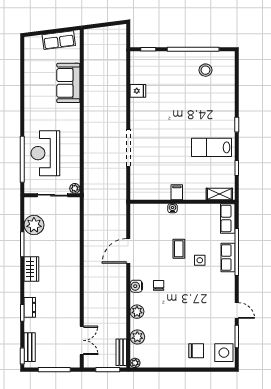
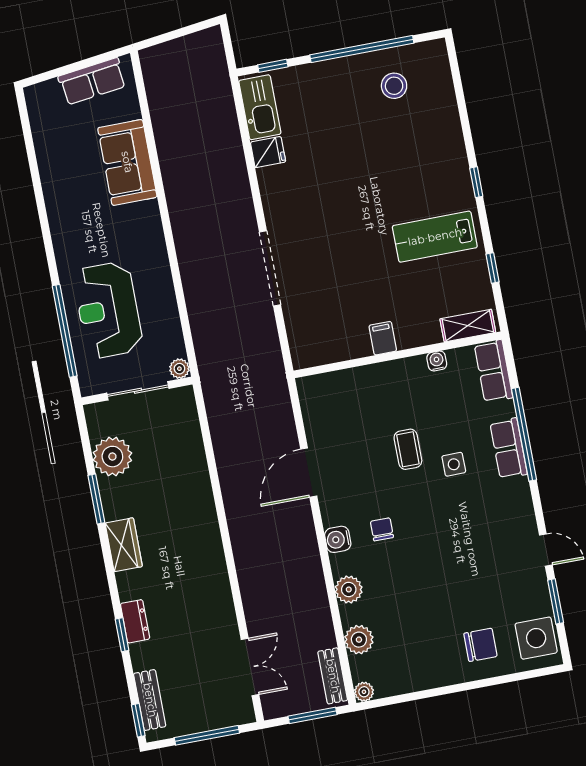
kitchen sink: (138, 68) -> (260, 107), added
water cooler: (172, 208) -> (437, 361), moved

